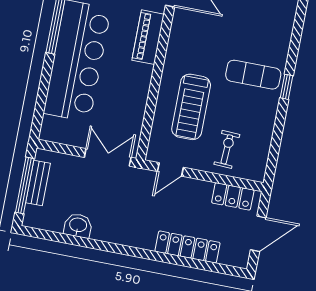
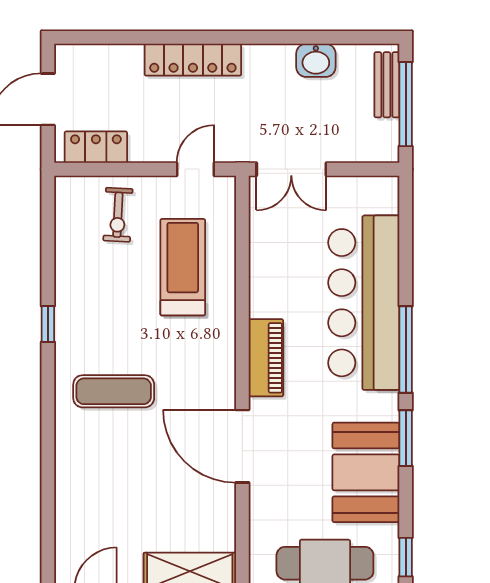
exercise mat: (253, 75) -> (114, 391), moved
bench: (38, 183) -> (387, 85), moved
locker: (188, 247) -> (193, 60), moved

